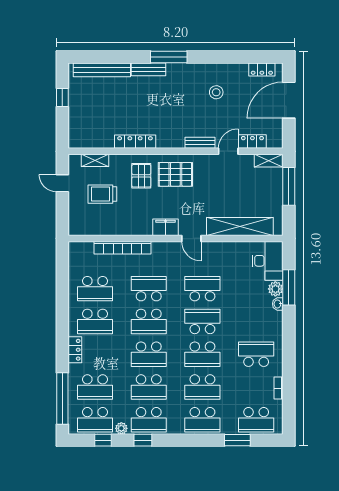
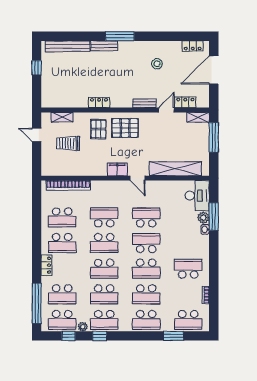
locker: (135, 142) -> (99, 102), width x0.66
bookcase: (123, 248) -> (68, 185), moved

